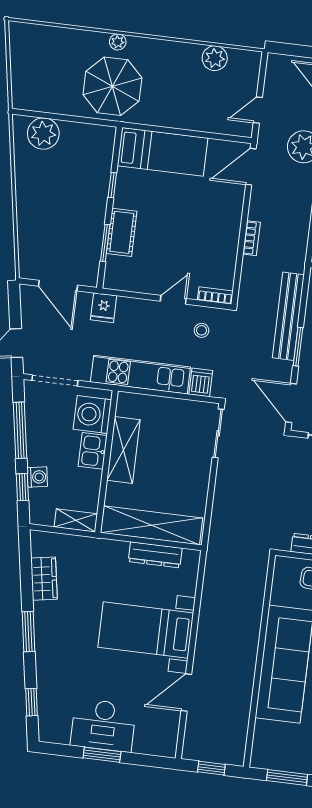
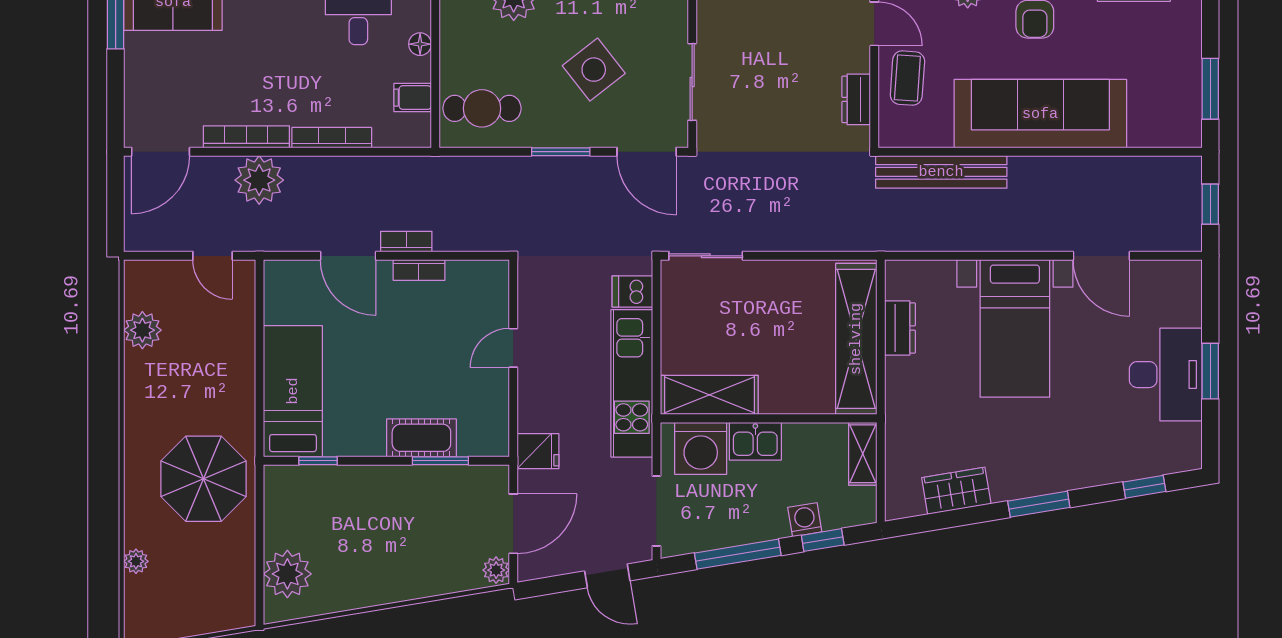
plant: (118, 42) -> (136, 561), moved
door: (251, 167) -> (348, 256), moved
window: (112, 185) -> (318, 461), moved
plant: (29, 271) -> (496, 570), added
bookcase: (215, 295) -> (419, 270), moved, turned -90
door: (173, 300) -> (513, 348), hinge flipped
bench: (288, 316) -> (941, 172), moved
stool: (202, 330) -> (554, 300), removed
door: (291, 403) -> (647, 152), hinge flipped
shelving: (123, 450) -> (709, 395), moved
dresser: (155, 555) -> (900, 328), width x0.70

